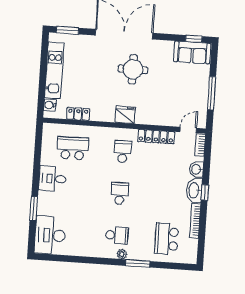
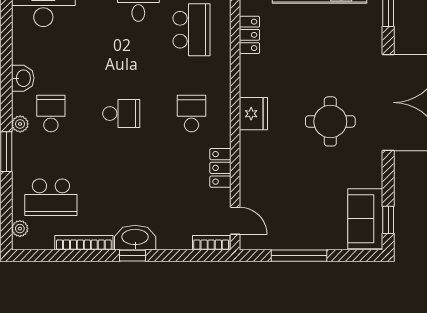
locker: (156, 137) -> (220, 168), width x0.66
school desk: (123, 152) -> (192, 114), turned -90
washbasin: (196, 169) -> (23, 78), moved, turned 90
school desk: (117, 235) -> (51, 114), turned 180
school desk: (167, 239) -> (51, 197), turned 180
plant: (184, 258) -> (20, 229), added

